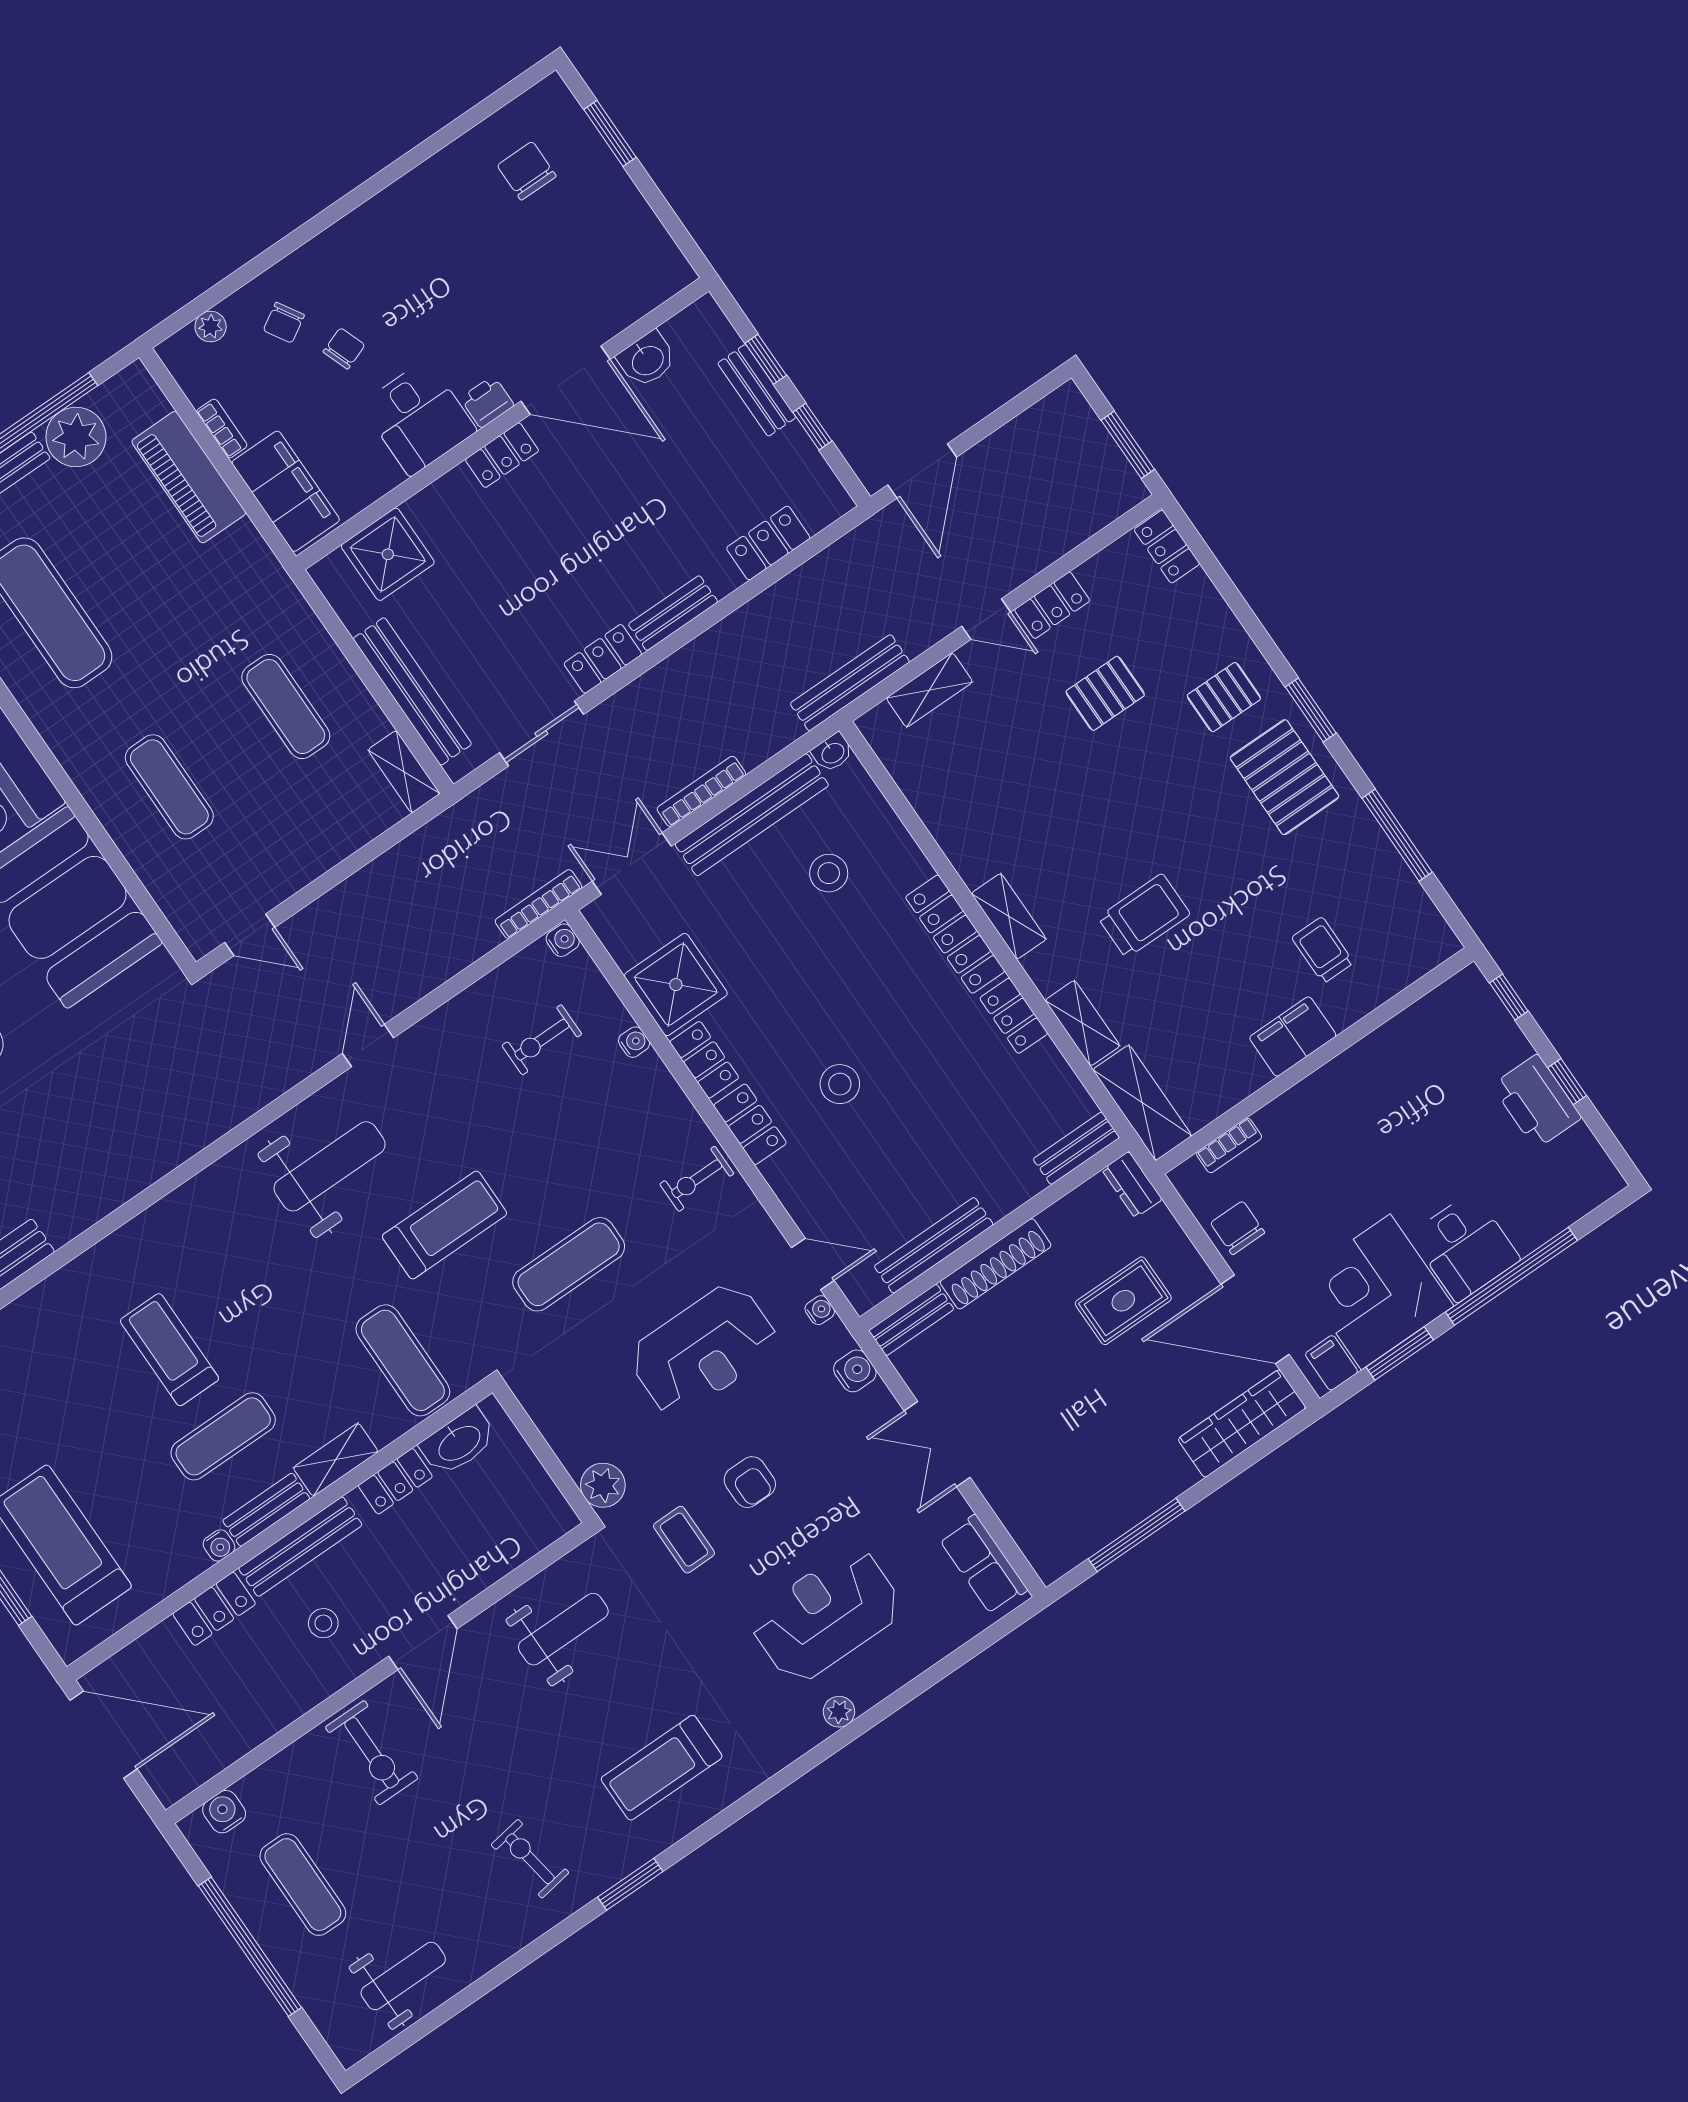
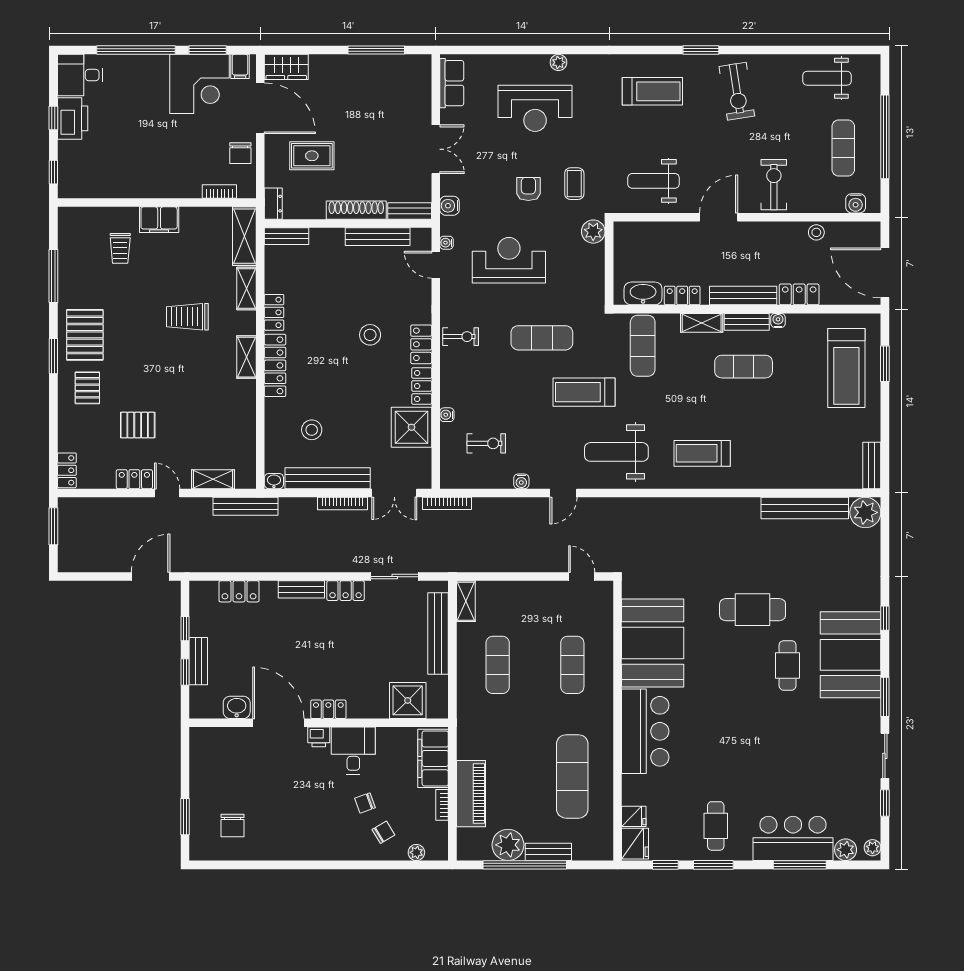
pallet: (1224, 697) -> (87, 388), turned 90
water cooler: (563, 940) -> (521, 481), moved, turned -90
desk: (1465, 1247) -> (80, 75), moved, turned -90
treadmill: (169, 1350) -> (702, 453), moved, turned 90
wardrobe: (1242, 1424) -> (286, 67), width x0.67
stool: (323, 1623) -> (816, 232), moved
exercise bike: (530, 1859) -> (737, 91), width x1.38, depth x1.39

